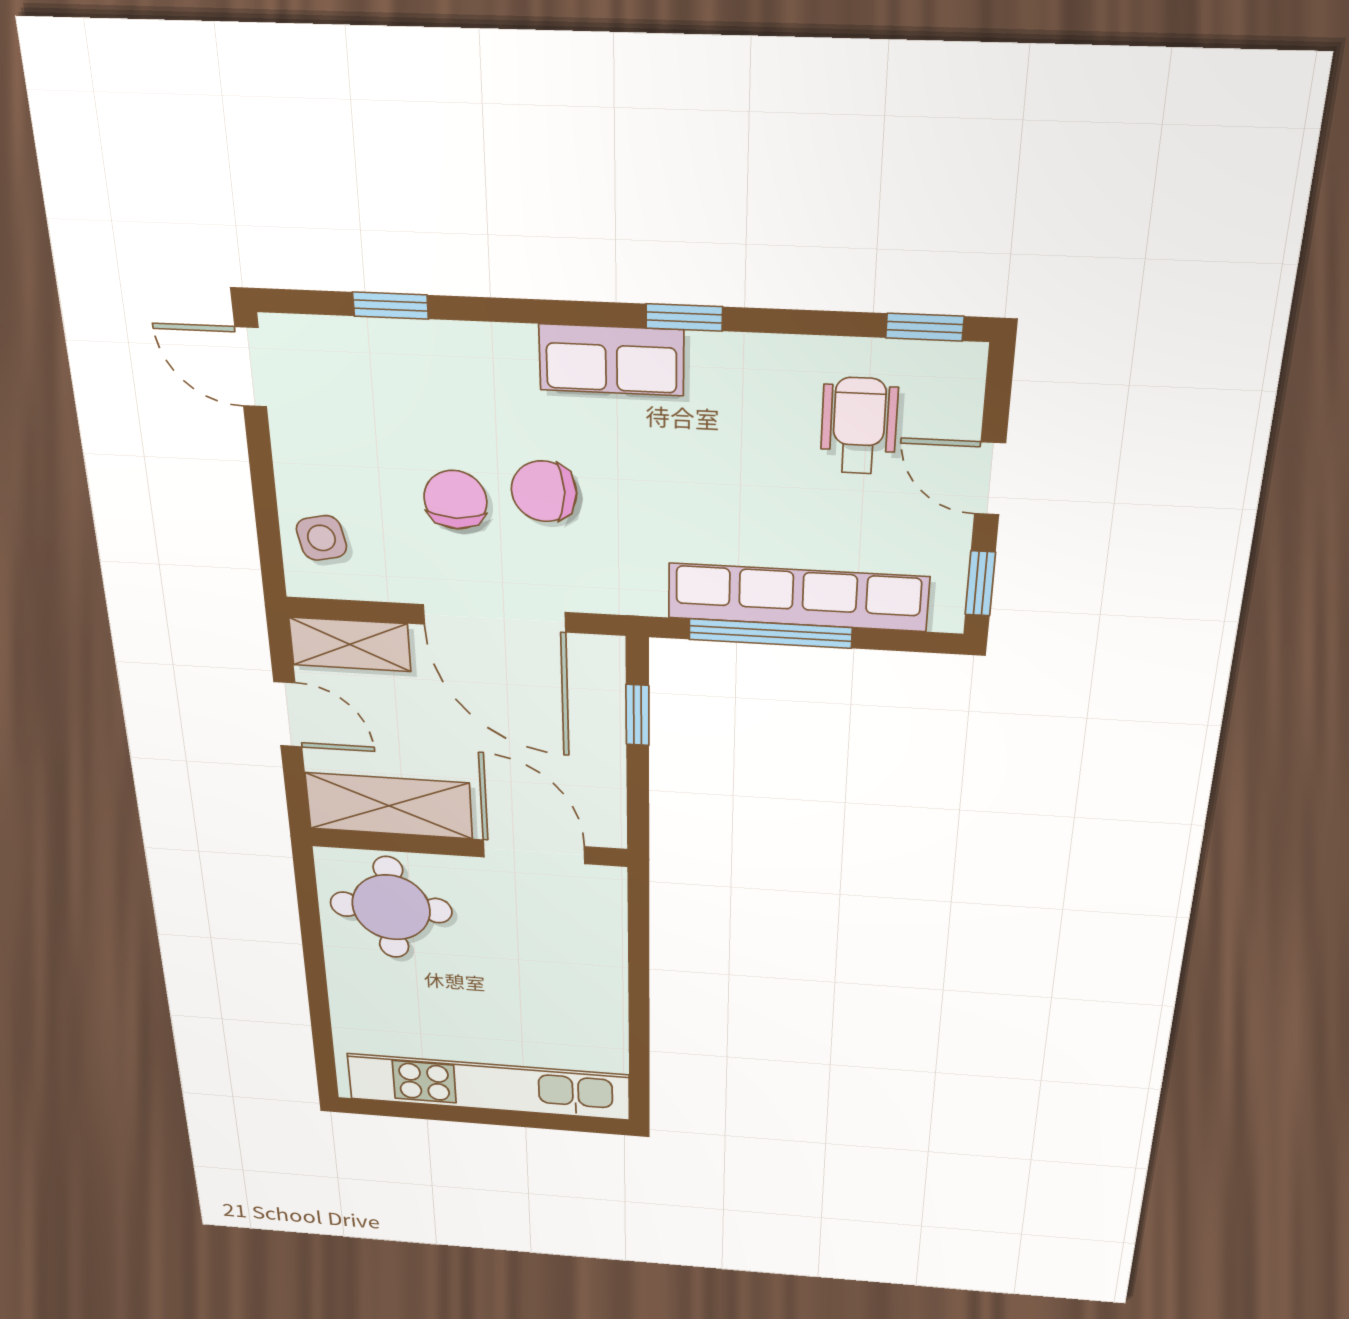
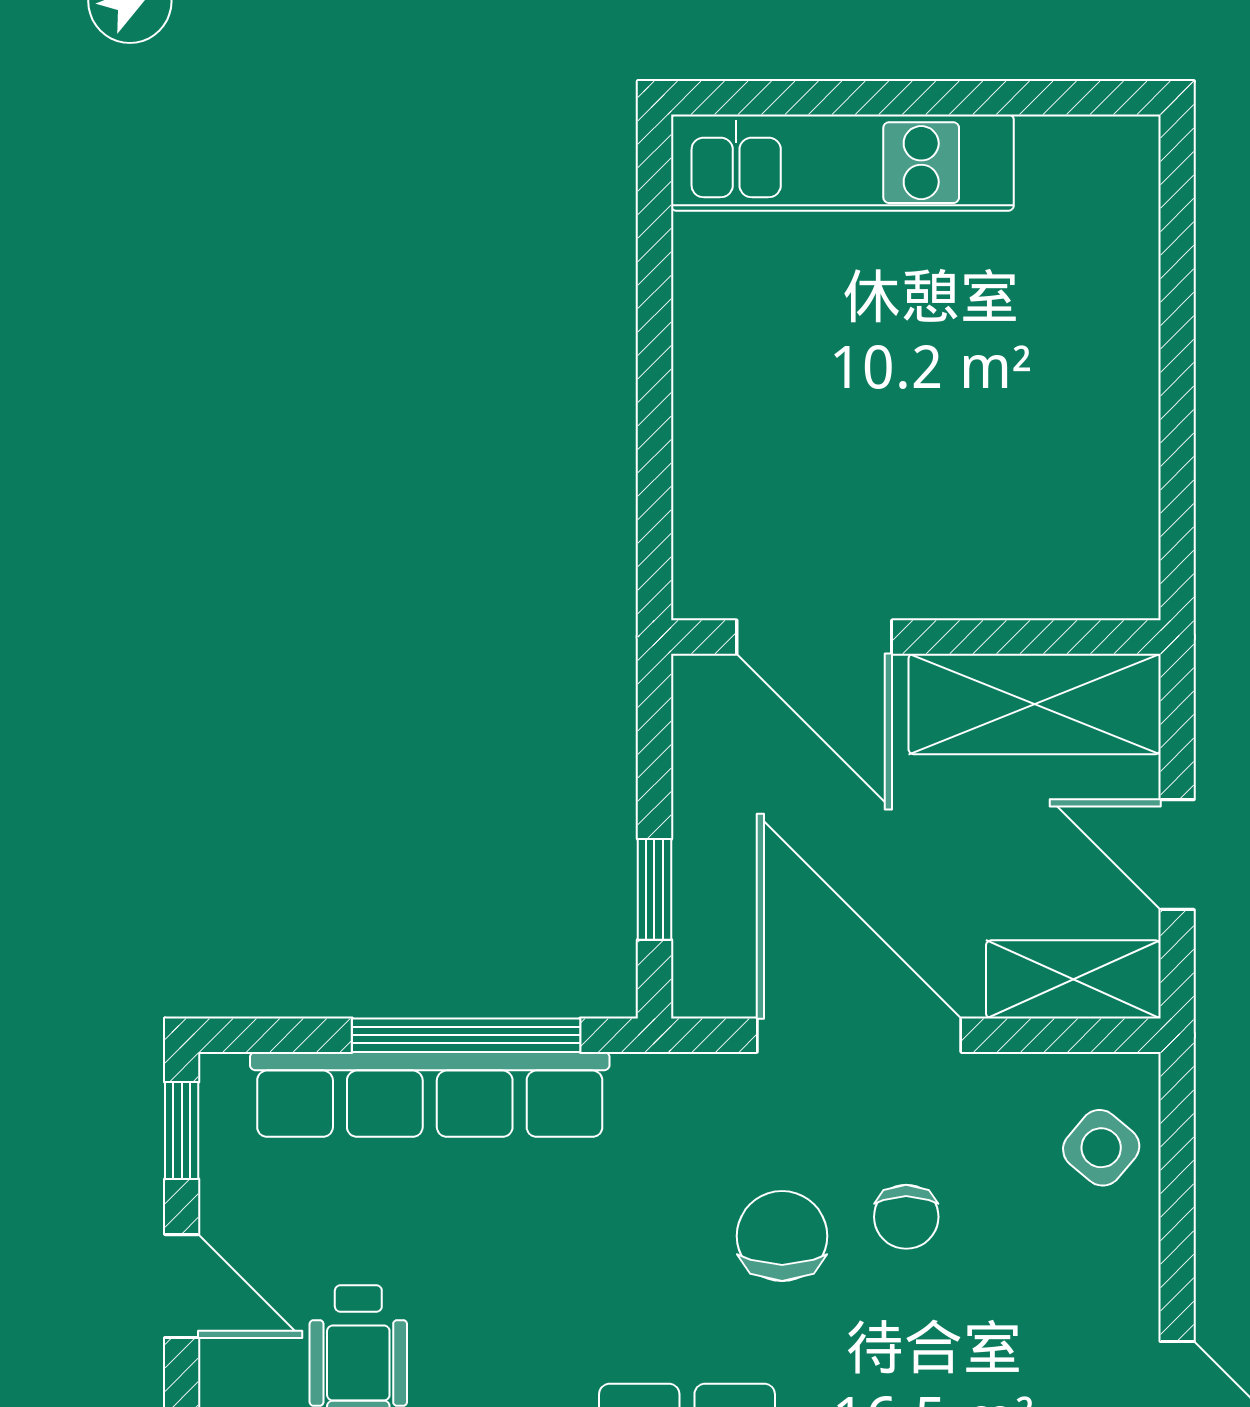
chair: (544, 491) -> (782, 1236), turned -90
chair: (455, 500) -> (906, 1217), width x0.73, depth x0.73
side table: (321, 538) -> (1101, 1148), turned -38
round table: (391, 907) -> (1044, 514), removed
kitchen unit: (488, 1087) -> (842, 163), width x0.73

